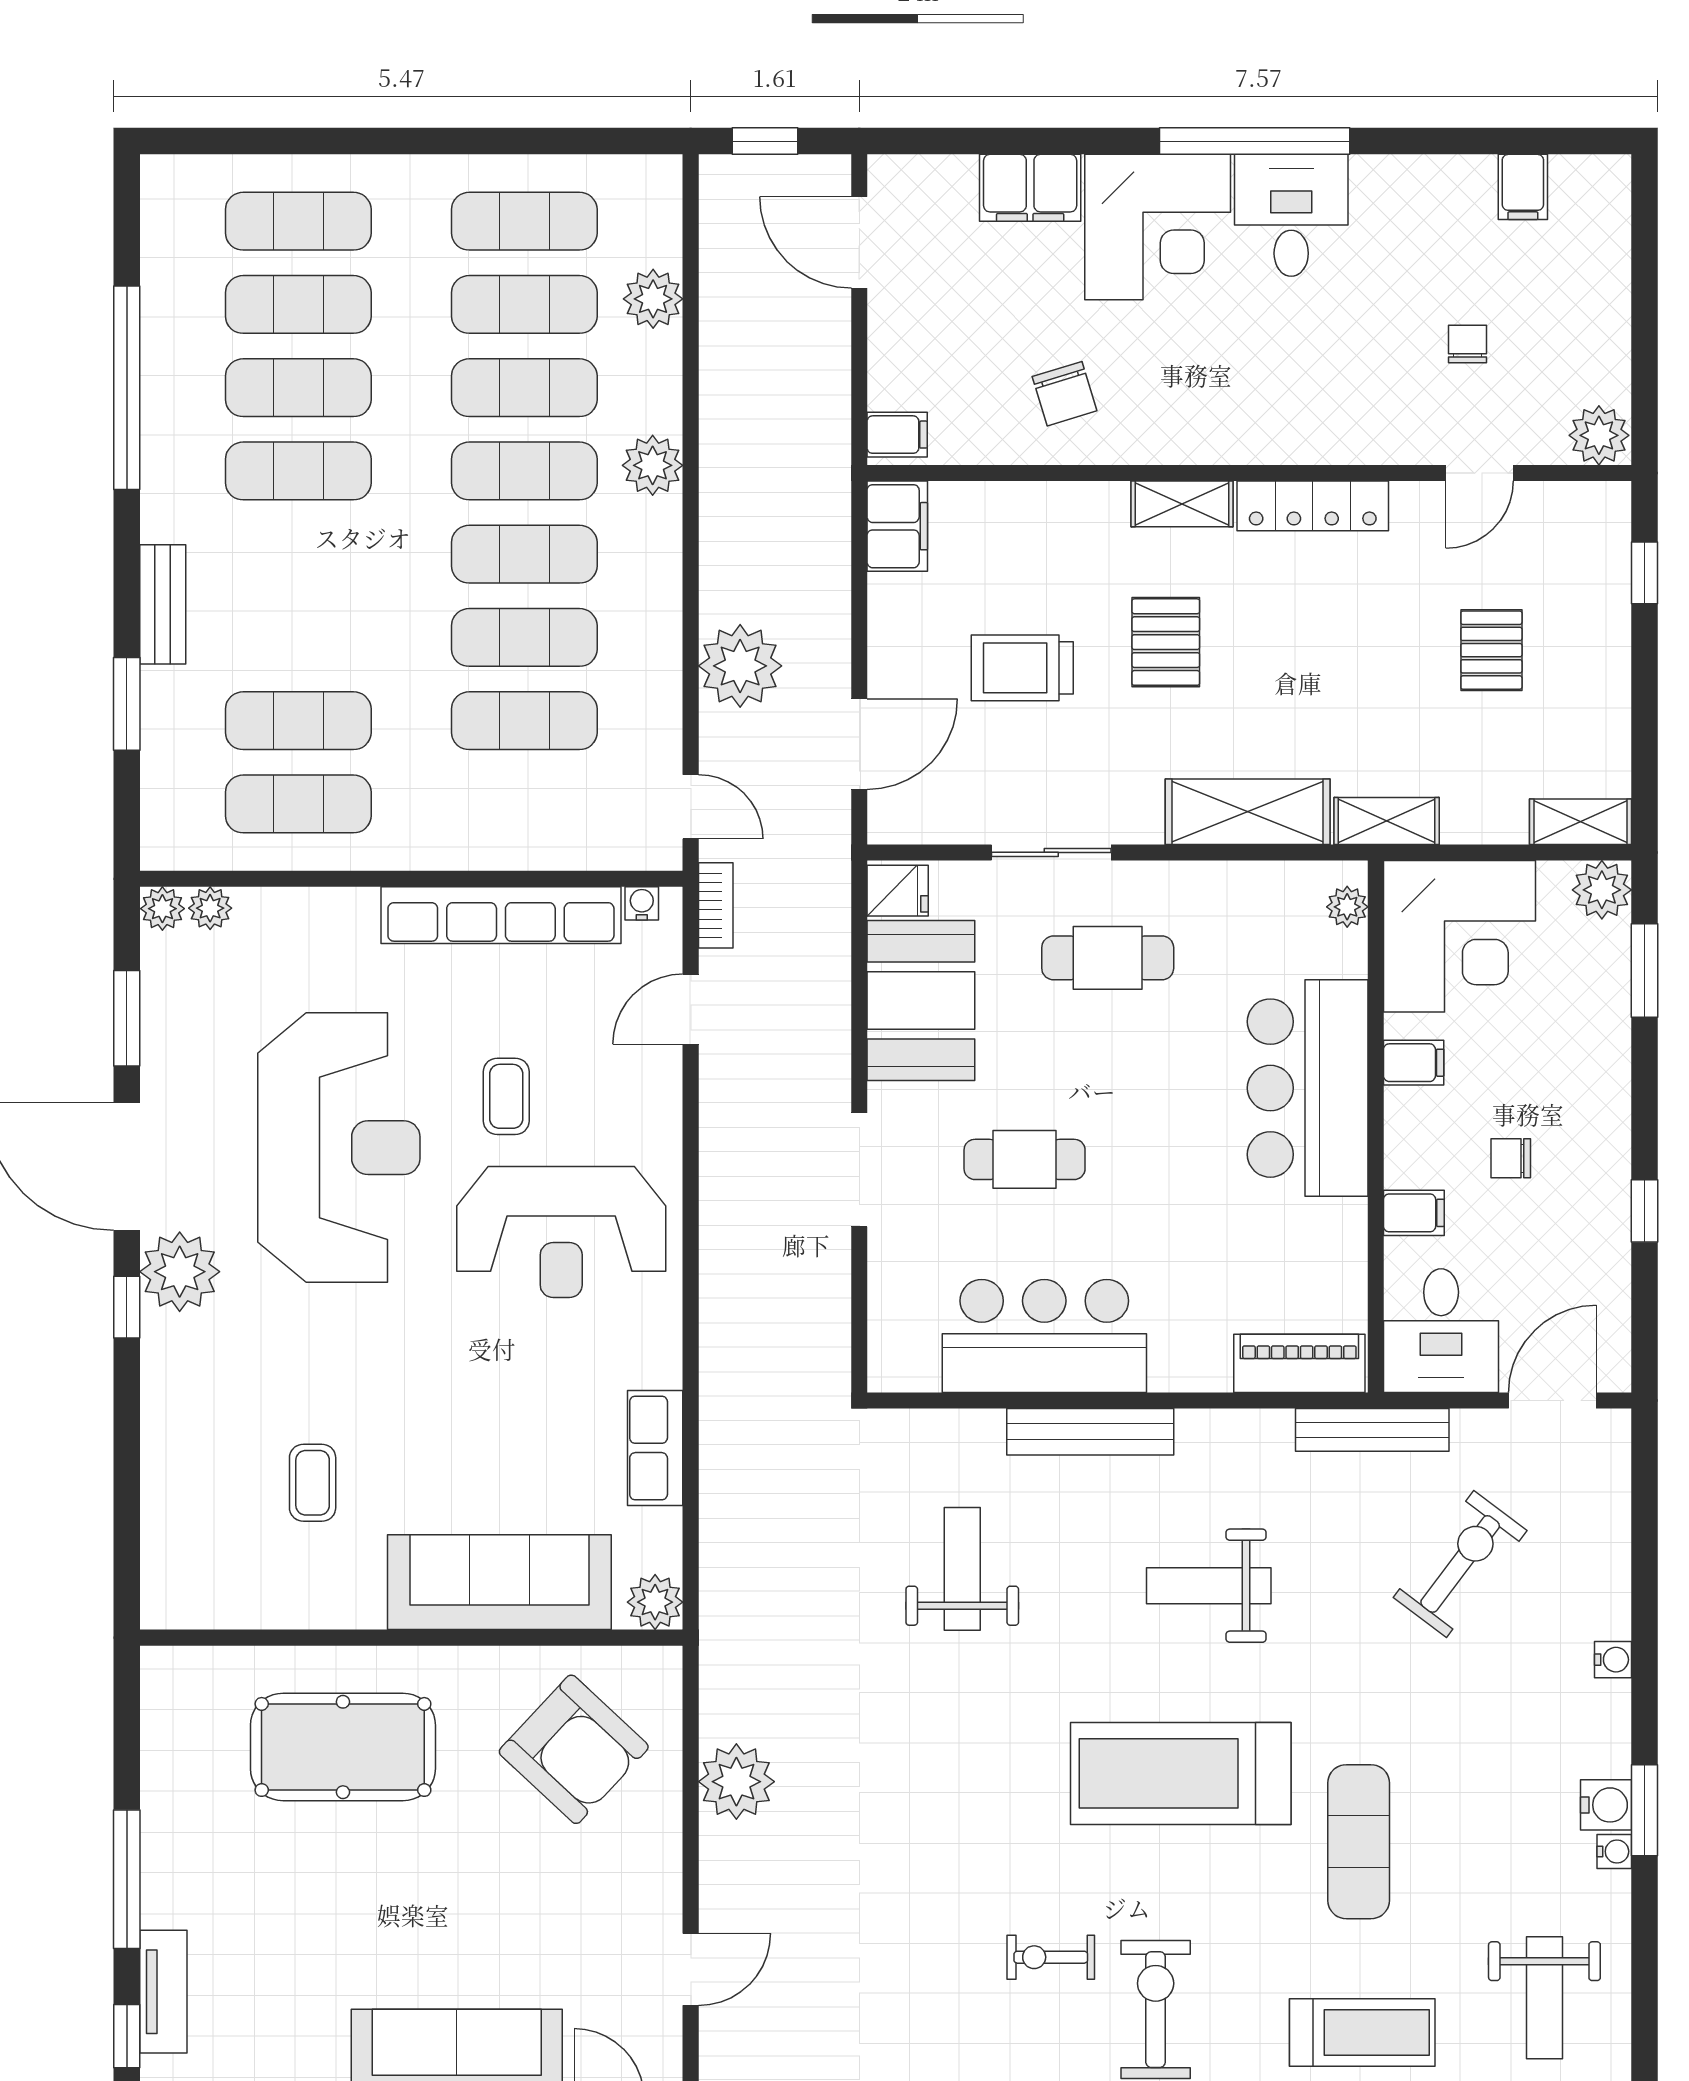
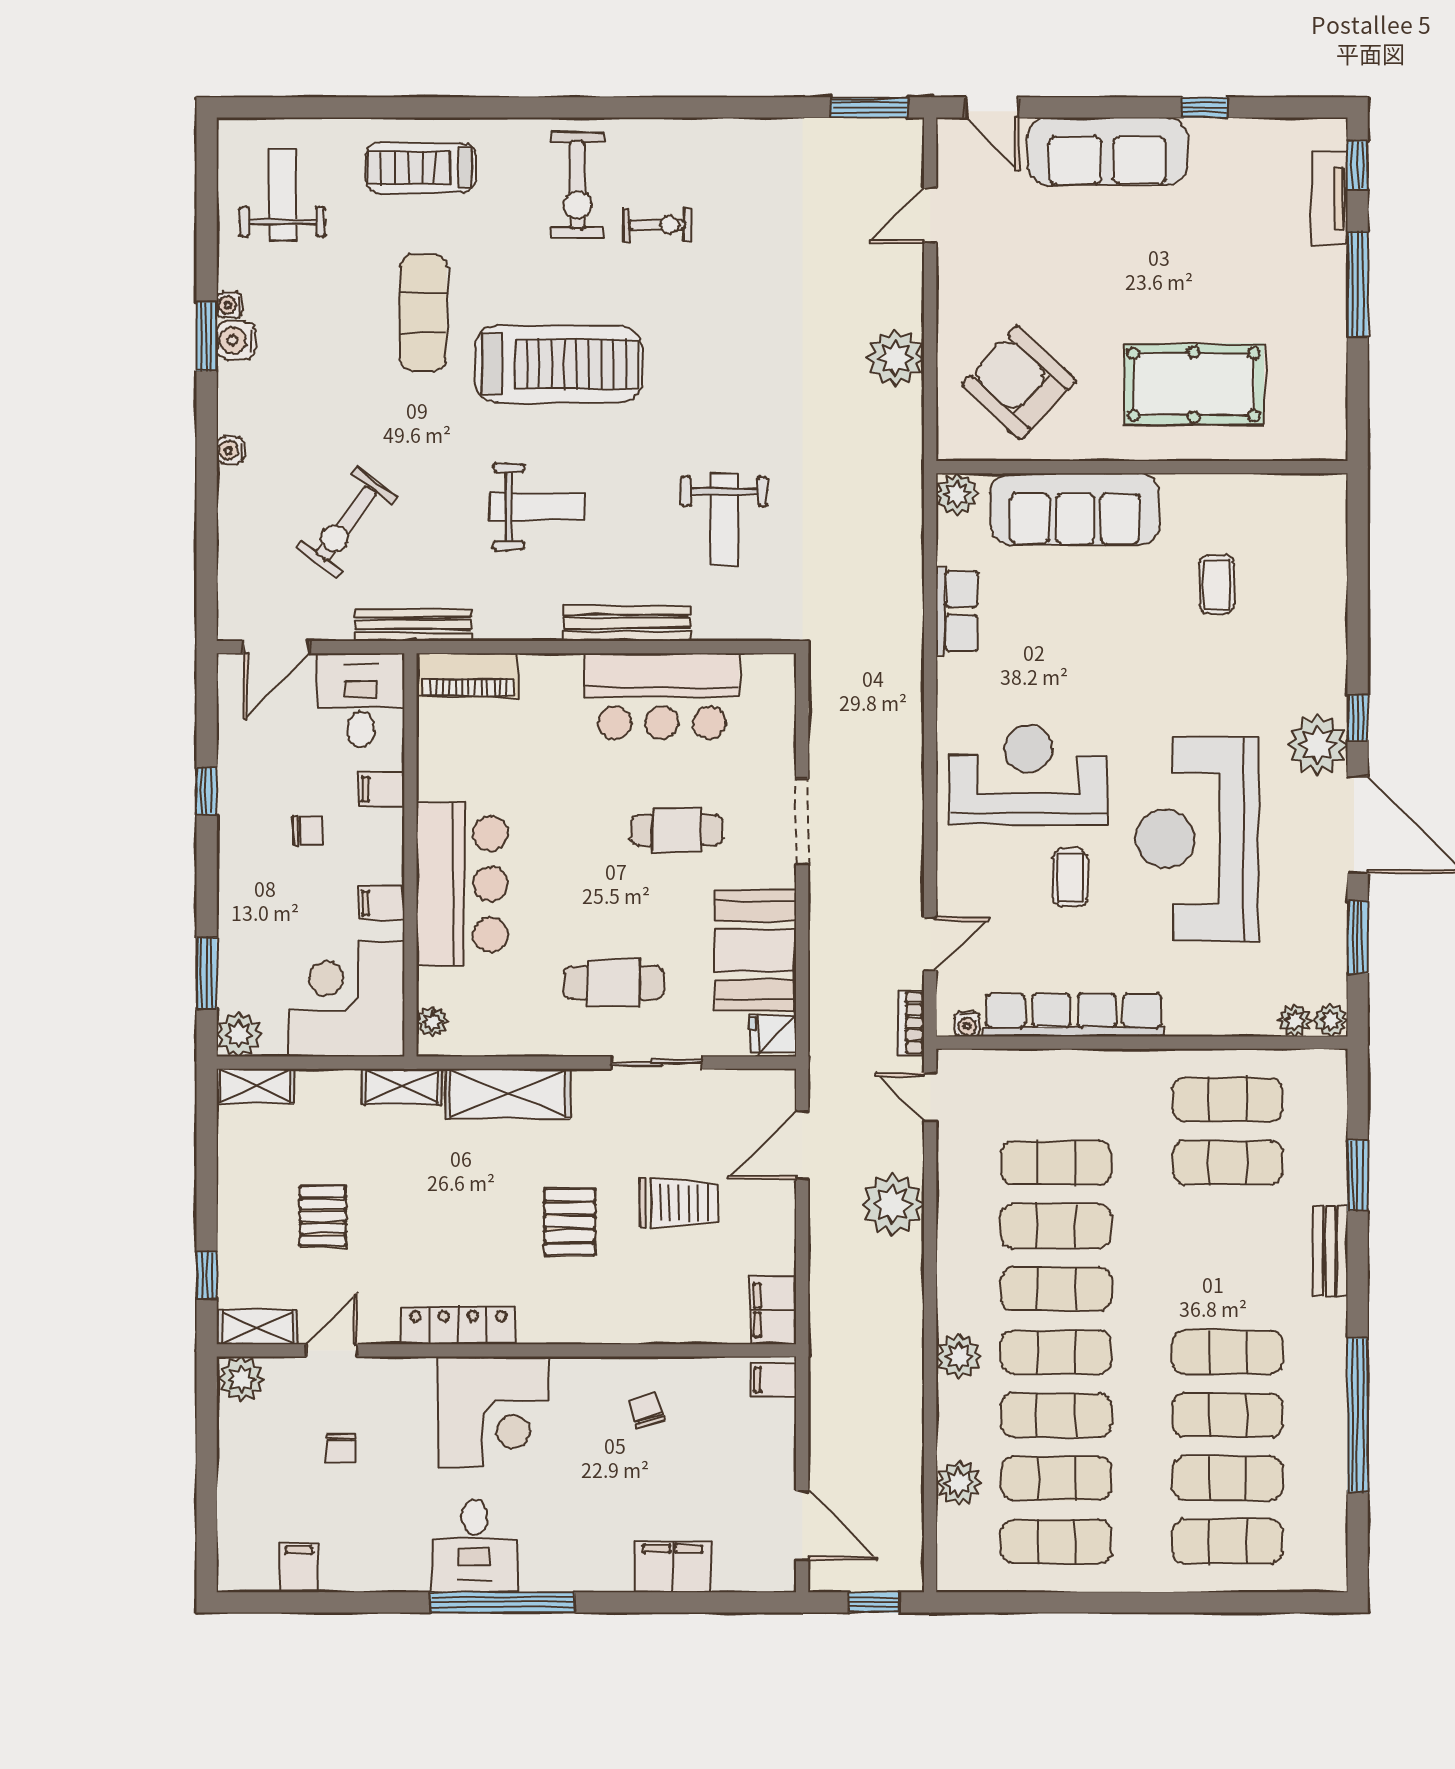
corner desk: (1158, 227) -> (494, 1412), moved, turned 180
chair: (1065, 394) -> (646, 1411), width x0.73, depth x0.73
shelving: (1182, 504) -> (257, 1327), moved

